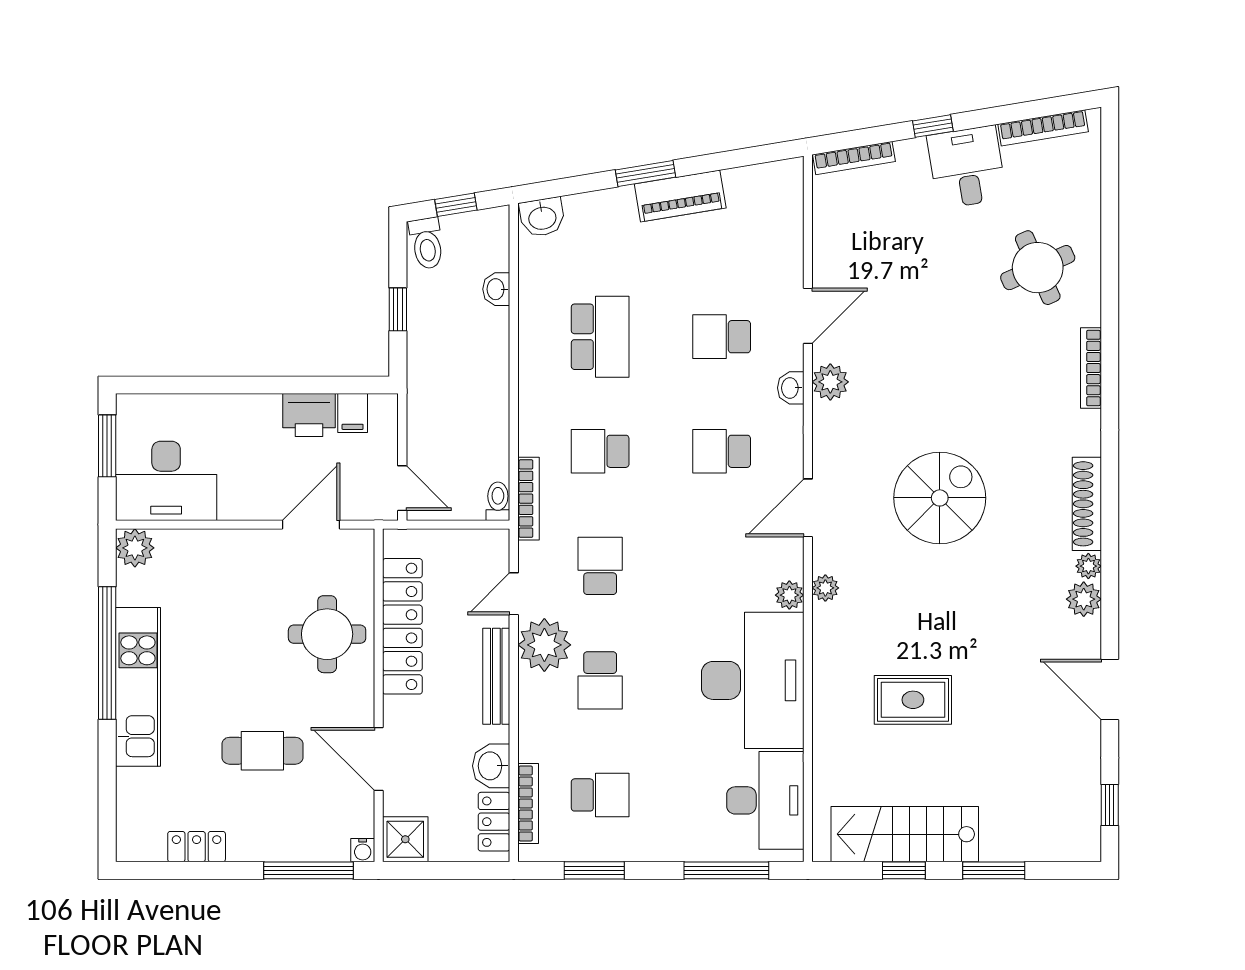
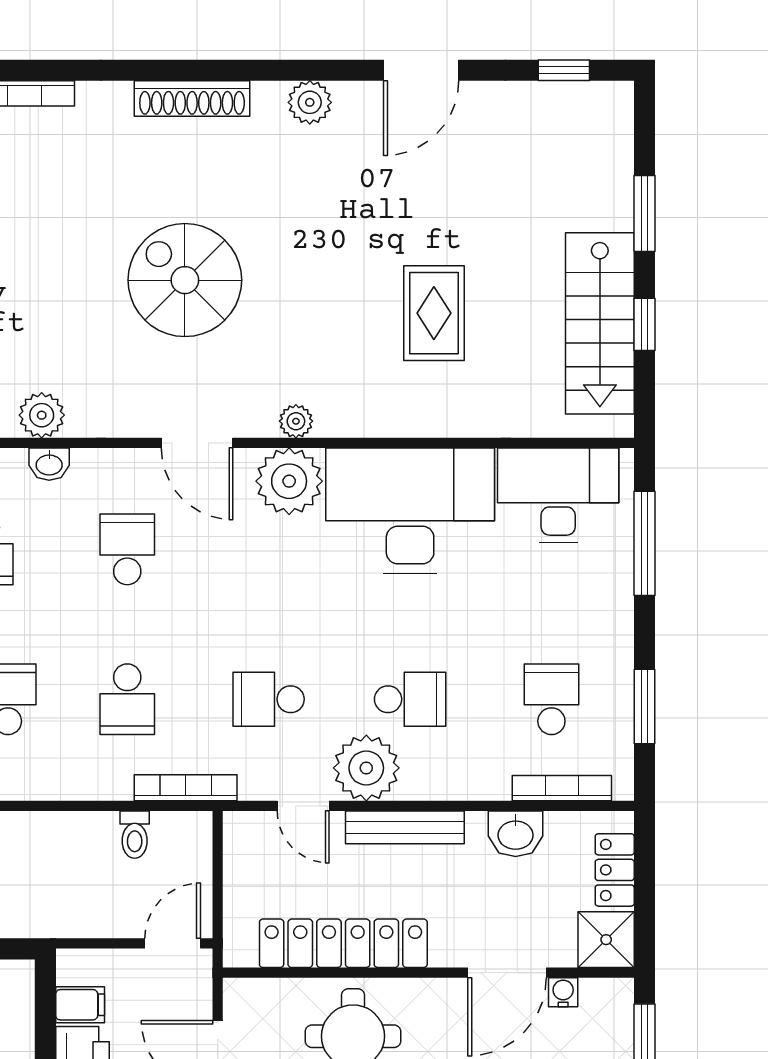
school desk: (722, 451) -> (127, 549), turned 180
toilet: (498, 501) -> (135, 835), moved, turned -90
plant: (1088, 566) -> (269, 97), removed
plant: (789, 595) -> (289, 481), width x1.87, depth x1.87
locker: (494, 822) -> (615, 870), moved, turned 90
water cooler: (363, 850) -> (563, 992), moved, turned -90

